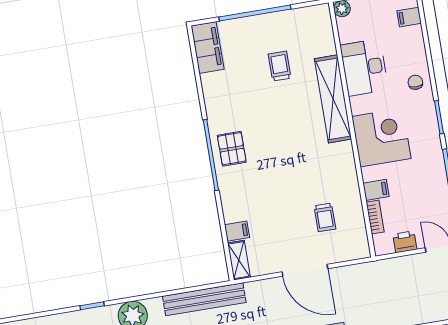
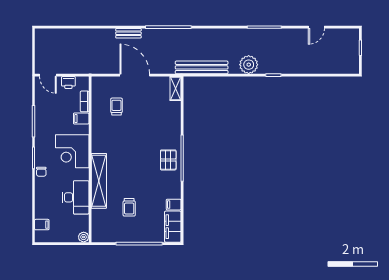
chair: (415, 82) -> (41, 172), moved
filing cabinet: (237, 231) -> (174, 205), moved

